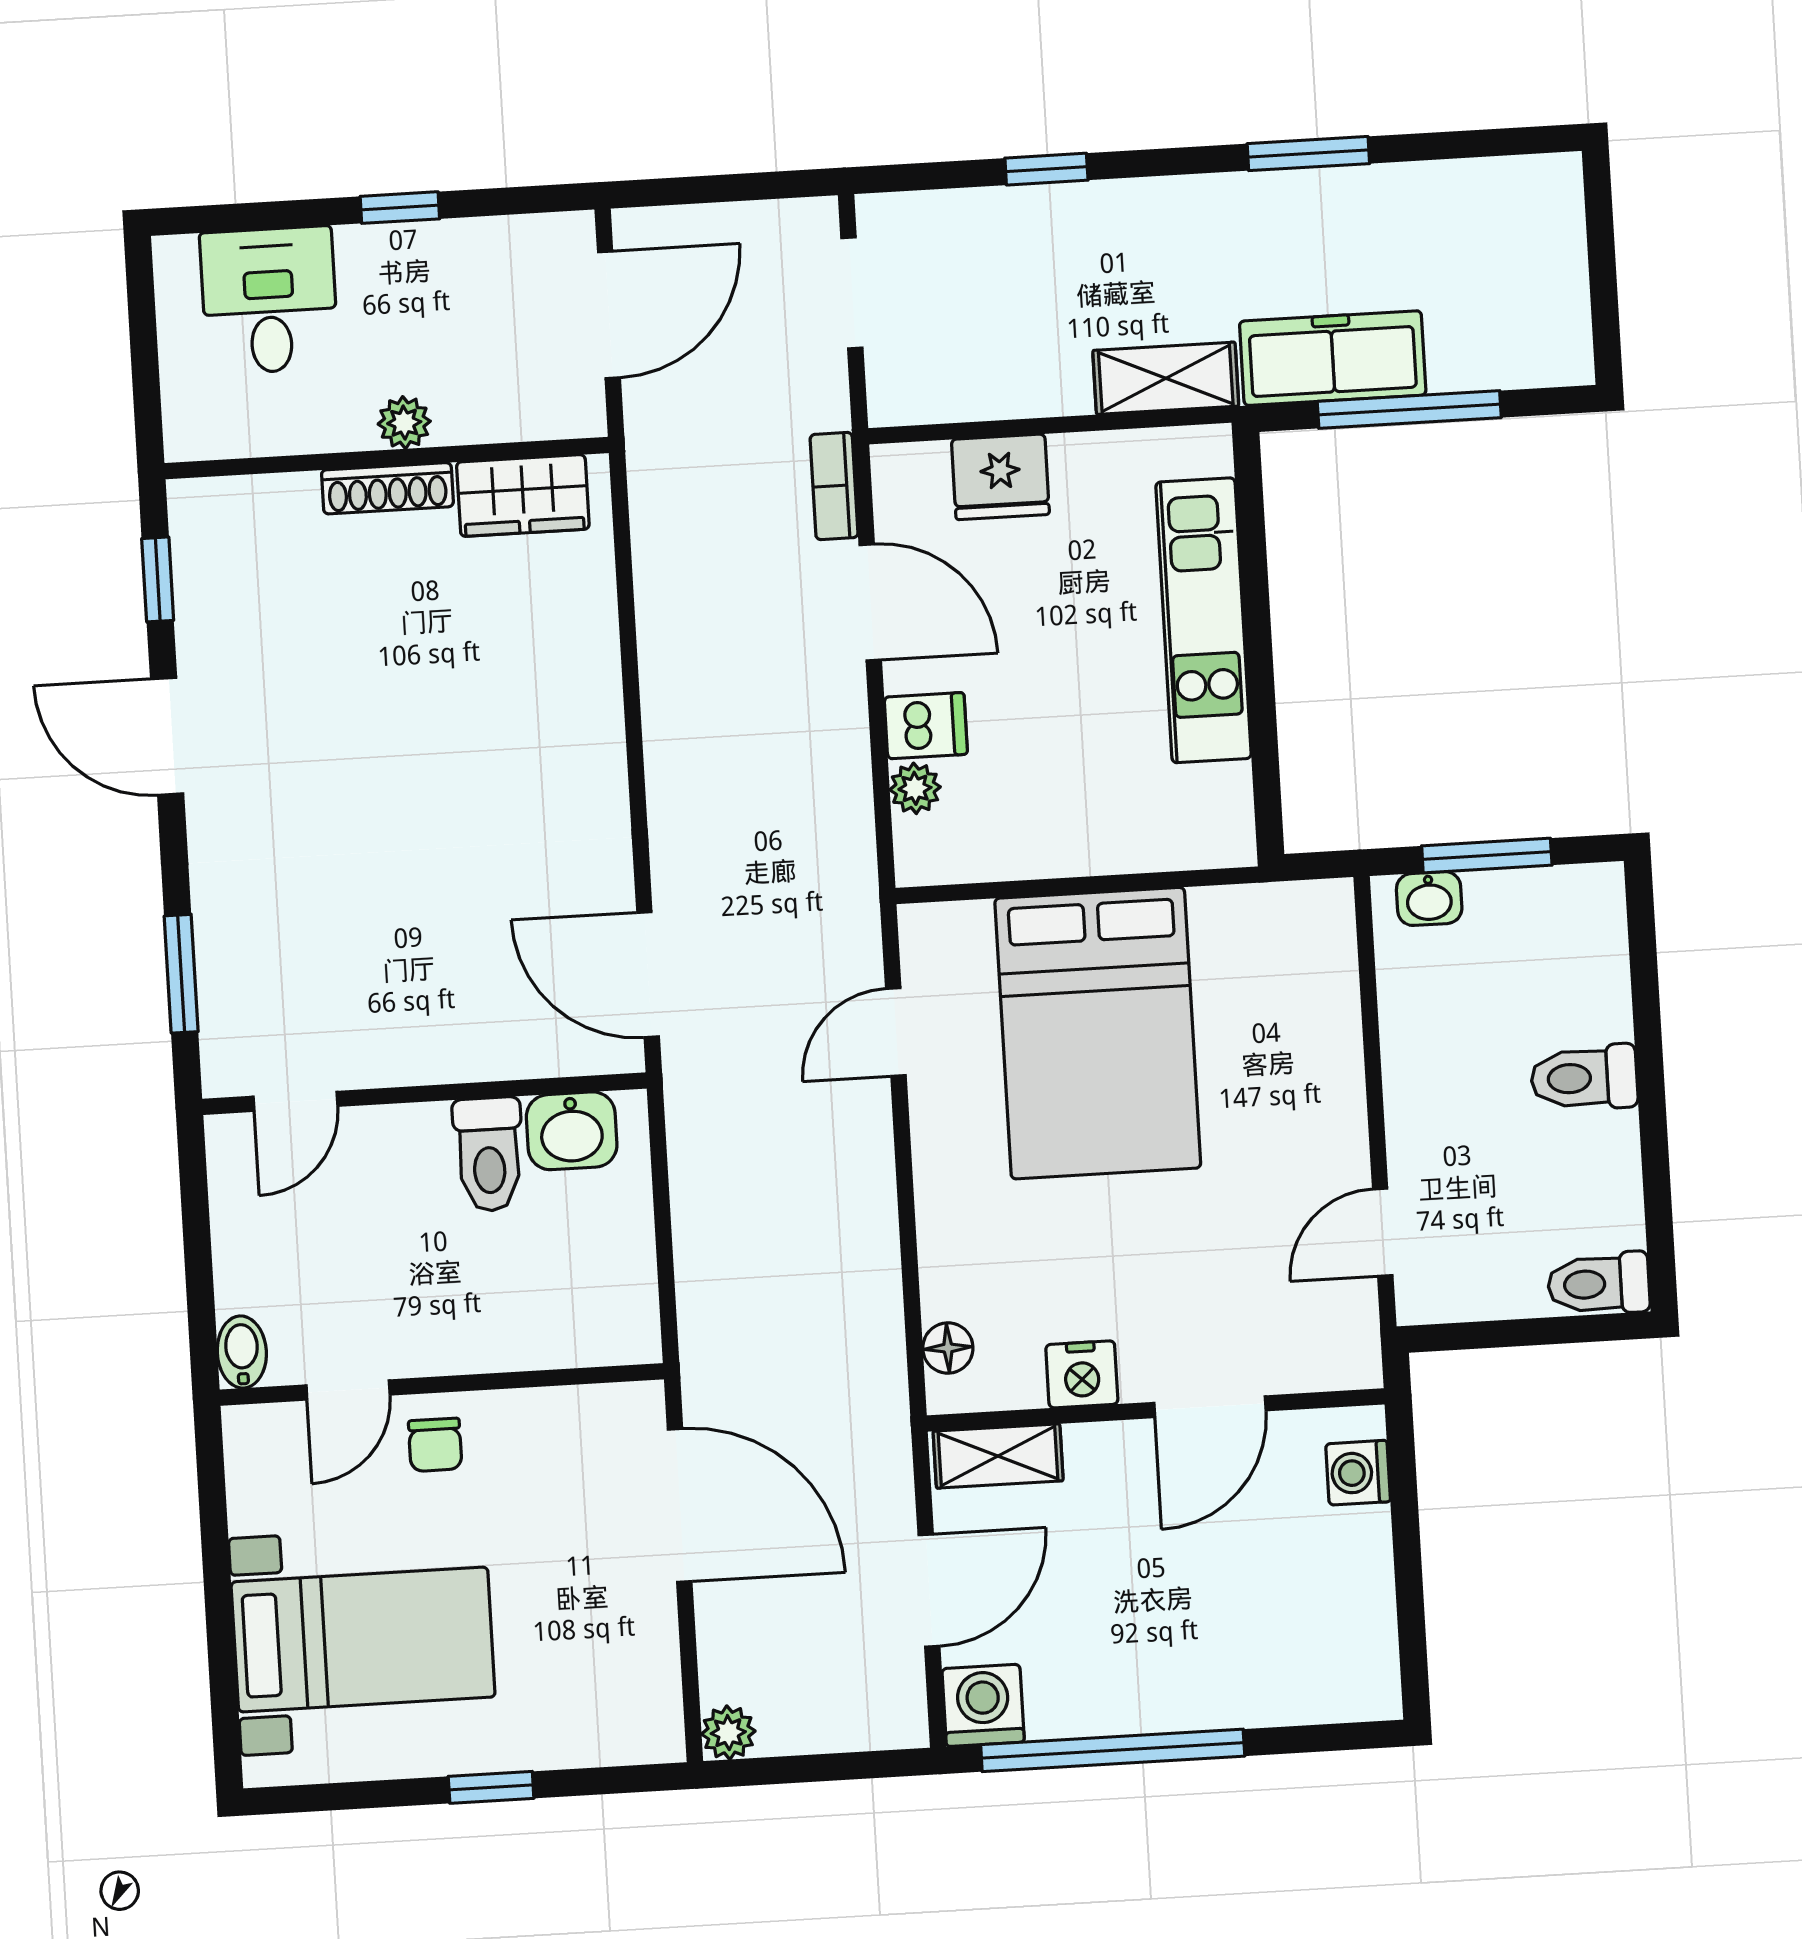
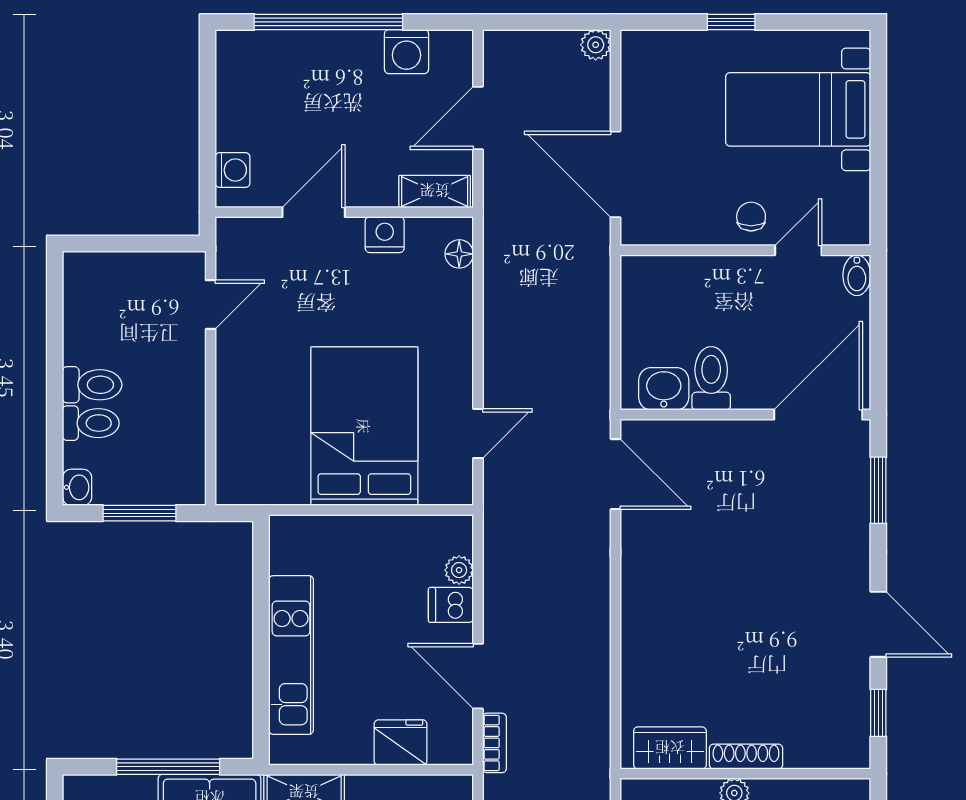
washbasin: (1429, 899) -> (77, 487), moved, turned 90
door: (295, 1101) -> (818, 415), width x1.87
toilet: (1599, 1284) -> (91, 423), moved
washing machine: (983, 1705) -> (407, 52), moved
window: (1113, 1750) -> (328, 22), moved

